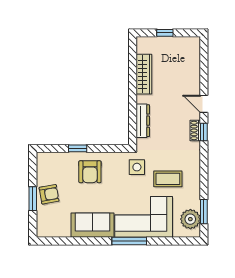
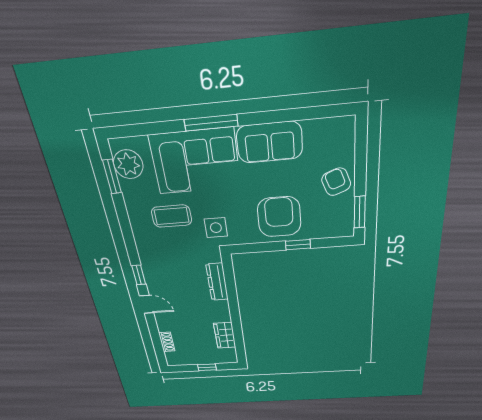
wardrobe: (144, 74) -> (225, 335), width x0.67
shoe rack: (195, 130) -> (167, 342), moved
armchair: (90, 172) -> (279, 217), width x1.36, depth x1.36
armchair: (49, 194) -> (336, 182), turned 79
window: (33, 199) -> (360, 212), moved

